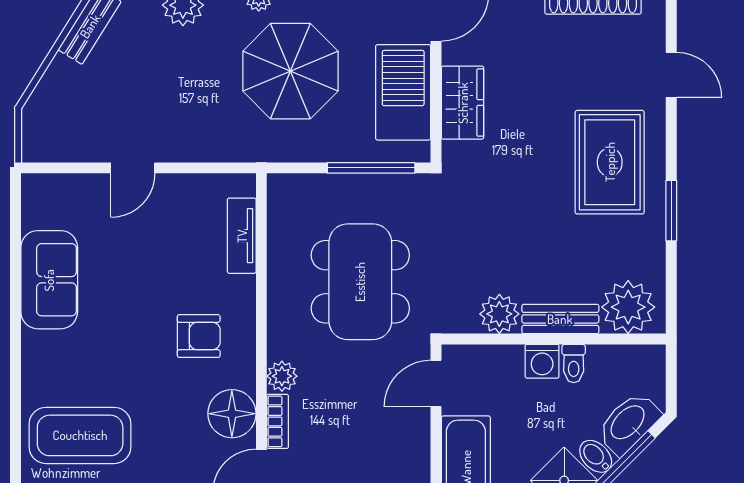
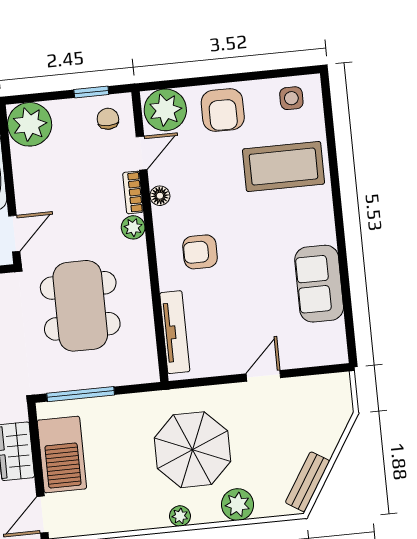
parasol: (290, 71) -> (192, 450), moved
tv unit: (242, 236) -> (175, 332), width x1.41
floor lamp: (232, 414) -> (160, 196), width x0.53, depth x0.53

